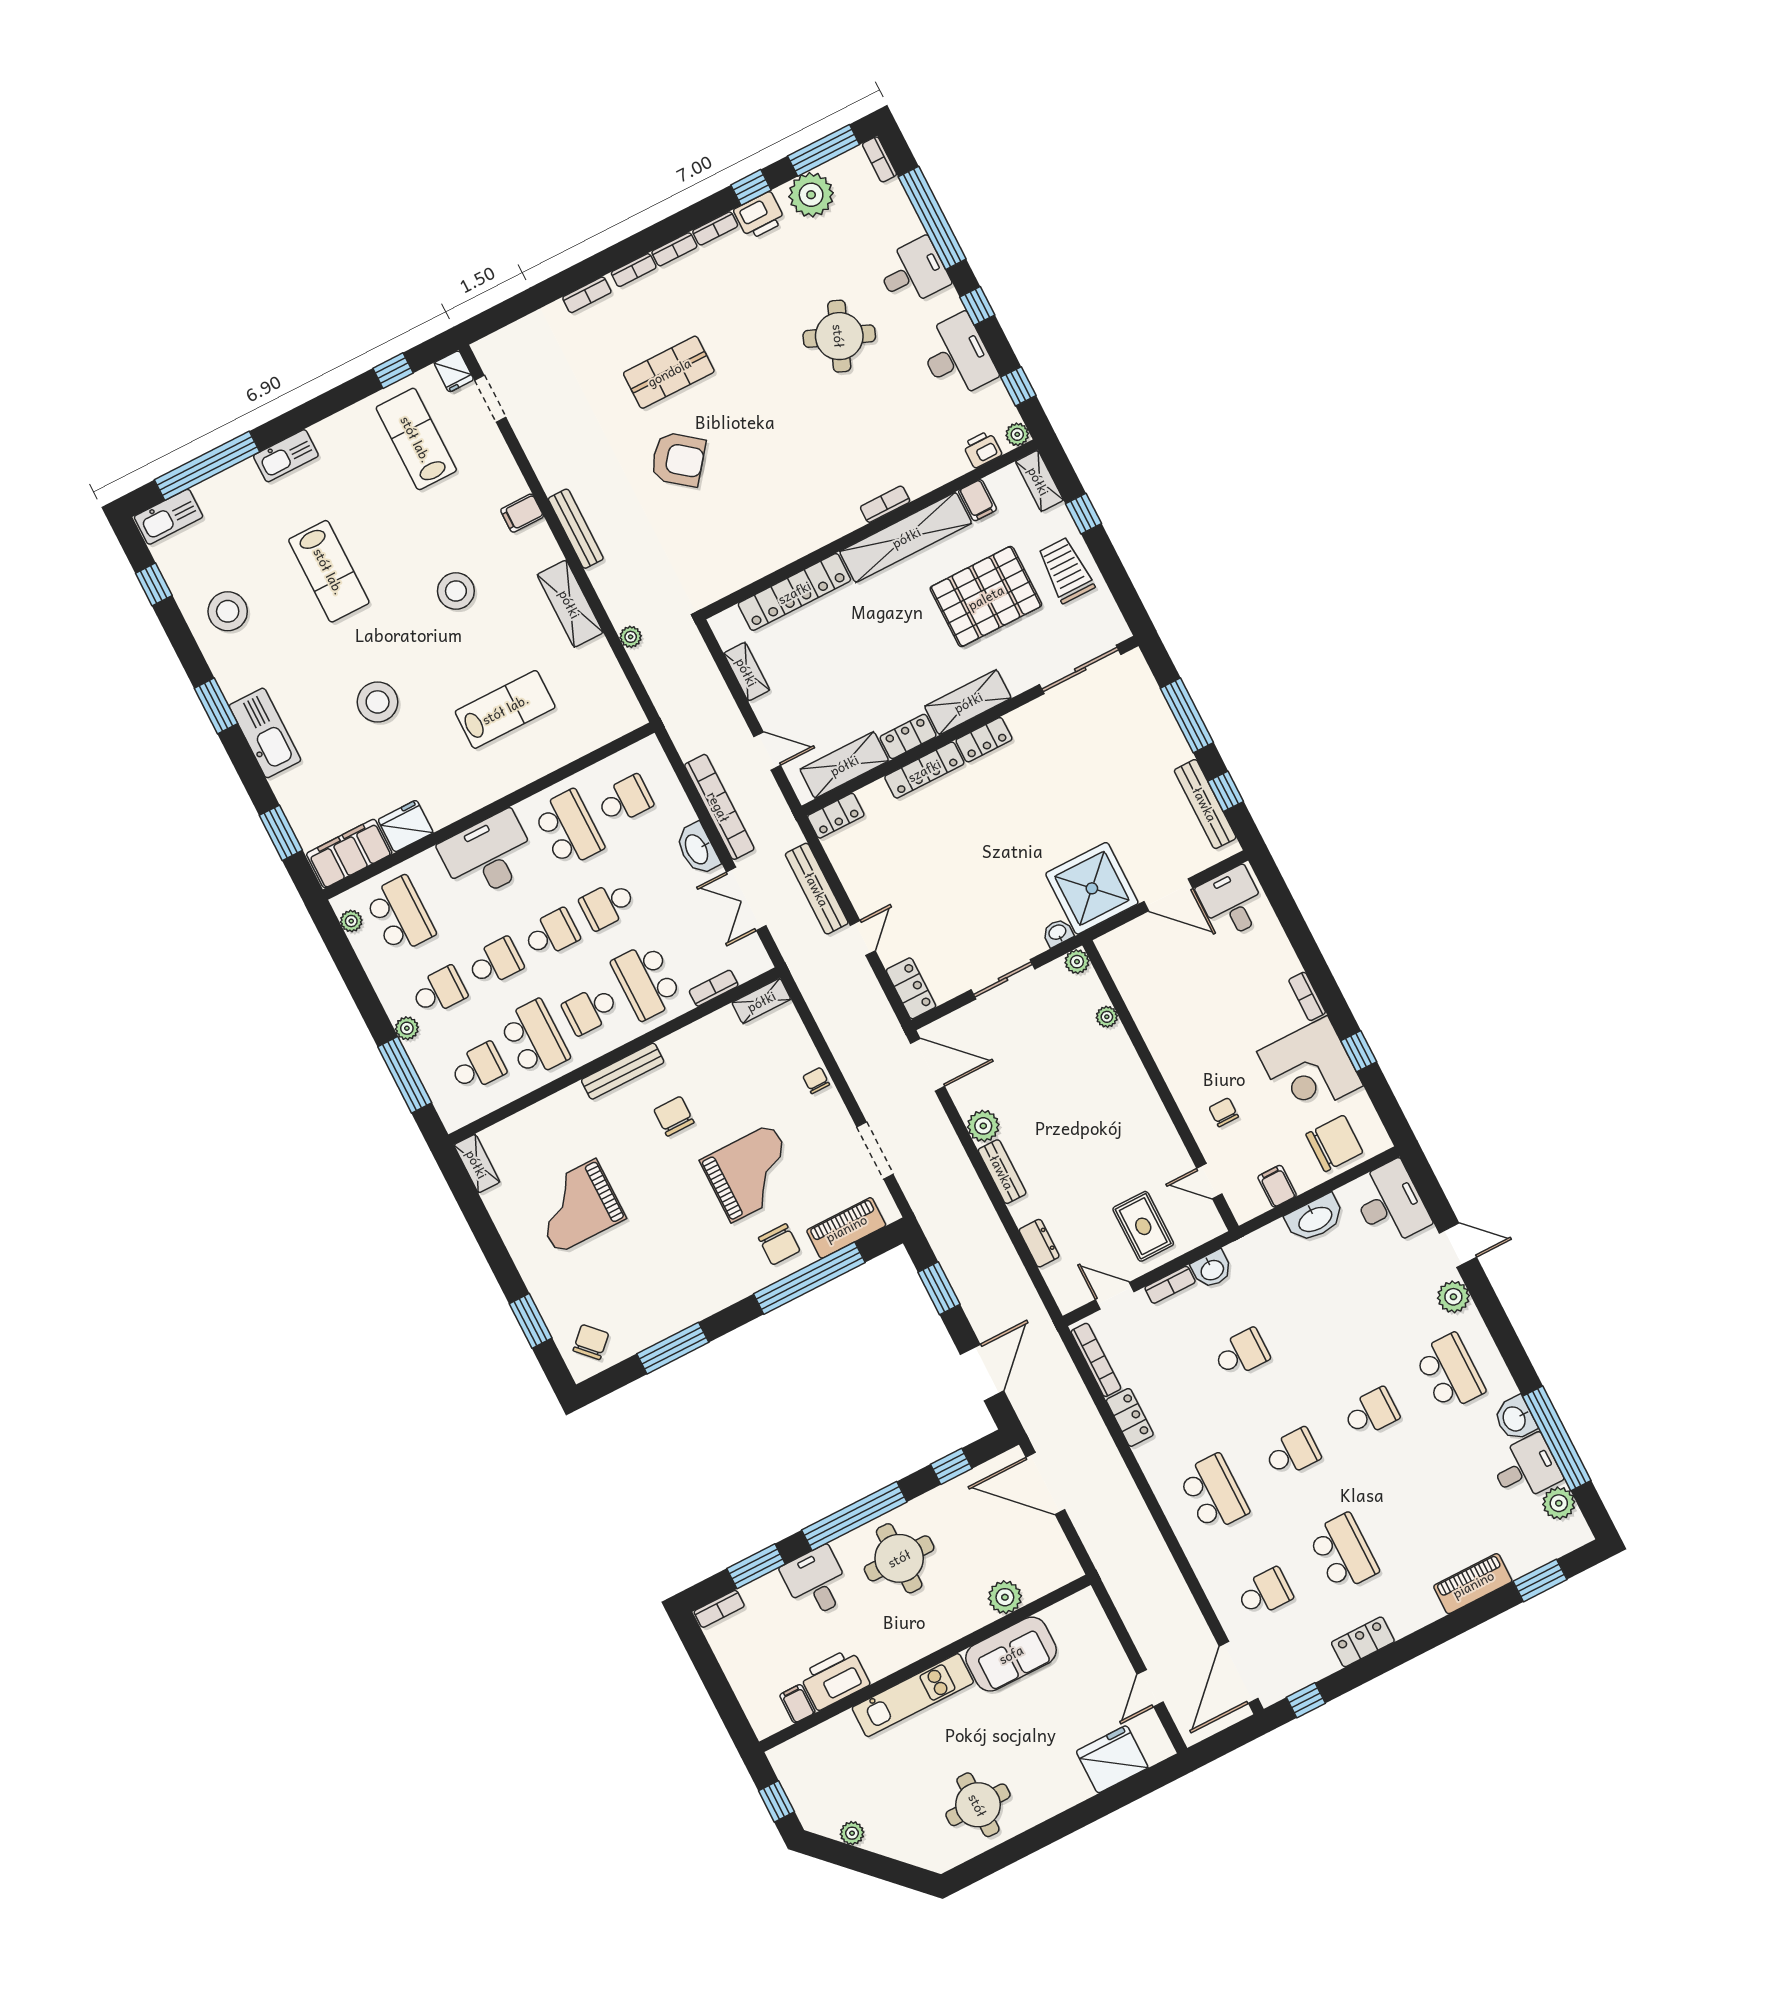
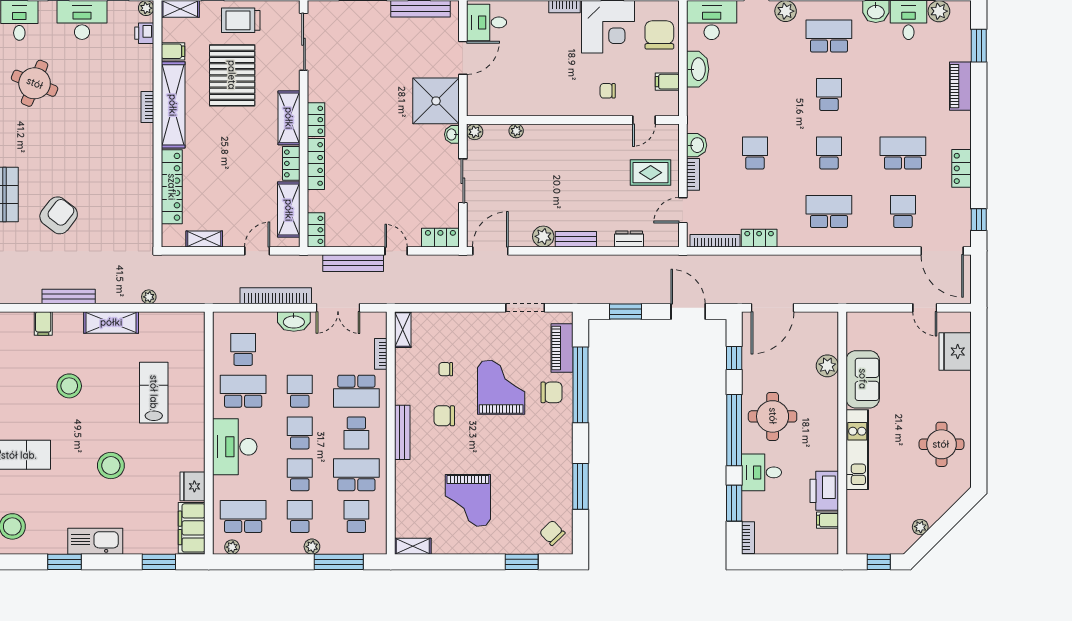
school desk: (608, 905) -> (300, 391), turned 180
chair: (816, 1080) -> (446, 369), moved

